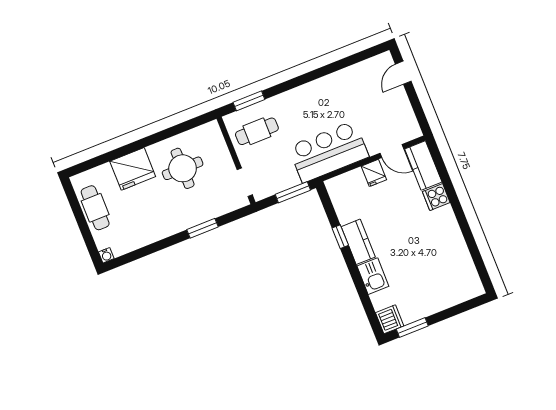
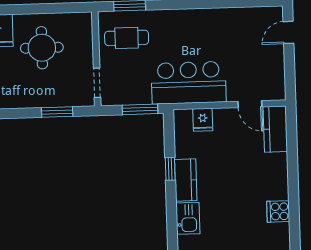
fridge: (374, 173) -> (203, 120), moved
cooker: (436, 197) -> (278, 211), moved
window: (203, 228) -> (57, 112), moved

